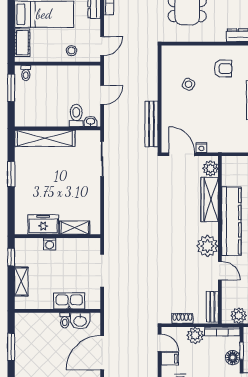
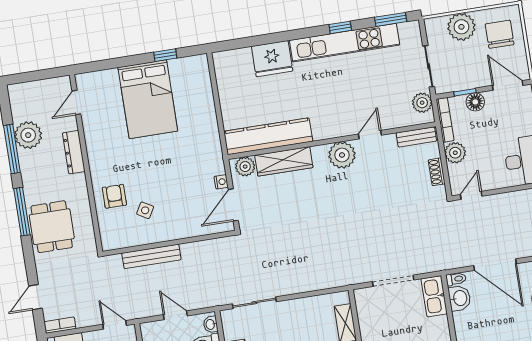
armchair: (223, 69) -> (114, 196), moved
bench: (151, 124) -> (151, 256), moved
kitchen counter: (231, 221) -> (268, 136), moved
kitchen sink: (69, 301) -> (434, 296), moved
toilet: (65, 320) -> (456, 279), moved
filing cabinet: (170, 359) -> (489, 179), removed

